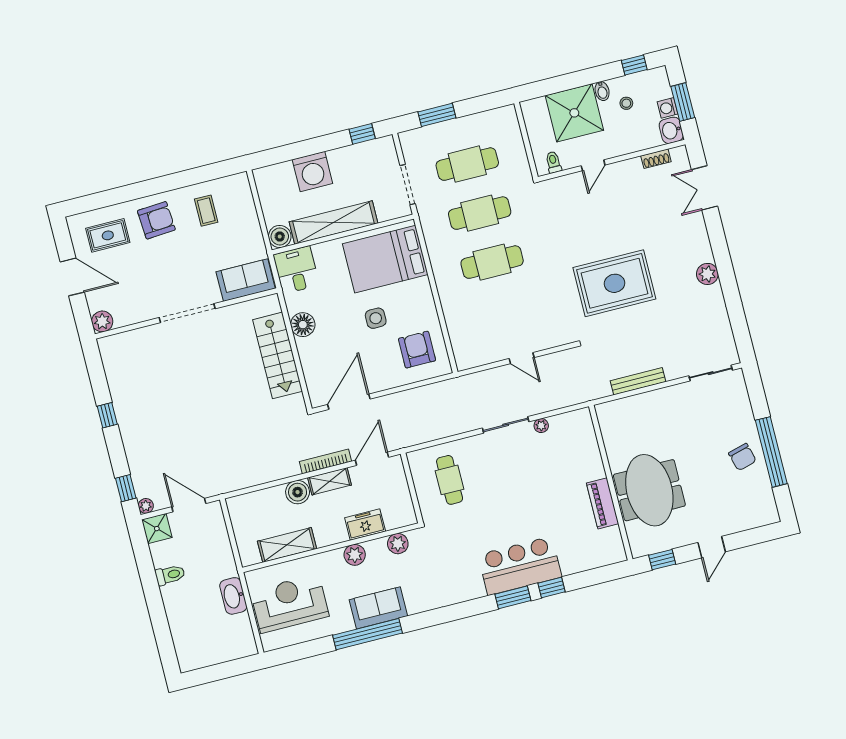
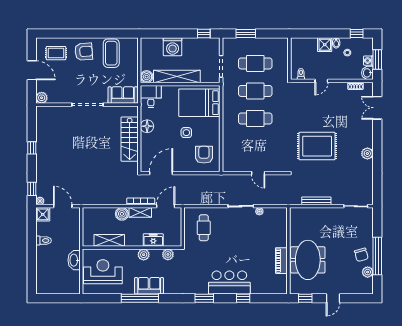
shower: (574, 113) -> (325, 45), width x0.54, depth x0.54
coffee table: (206, 211) -> (111, 53), width x1.86, depth x1.72
plant: (761, 485) -> (368, 272), added
window: (513, 597) -> (204, 298), moved

